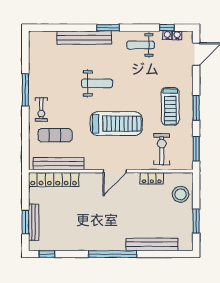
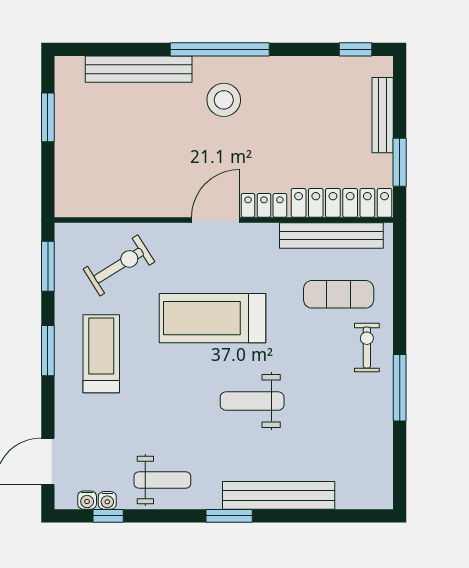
exercise bike: (162, 149) -> (119, 265), turned -122
locker: (152, 178) -> (264, 205), moved
stool: (181, 194) -> (224, 100), moved
window: (25, 222) -> (400, 162), moved

